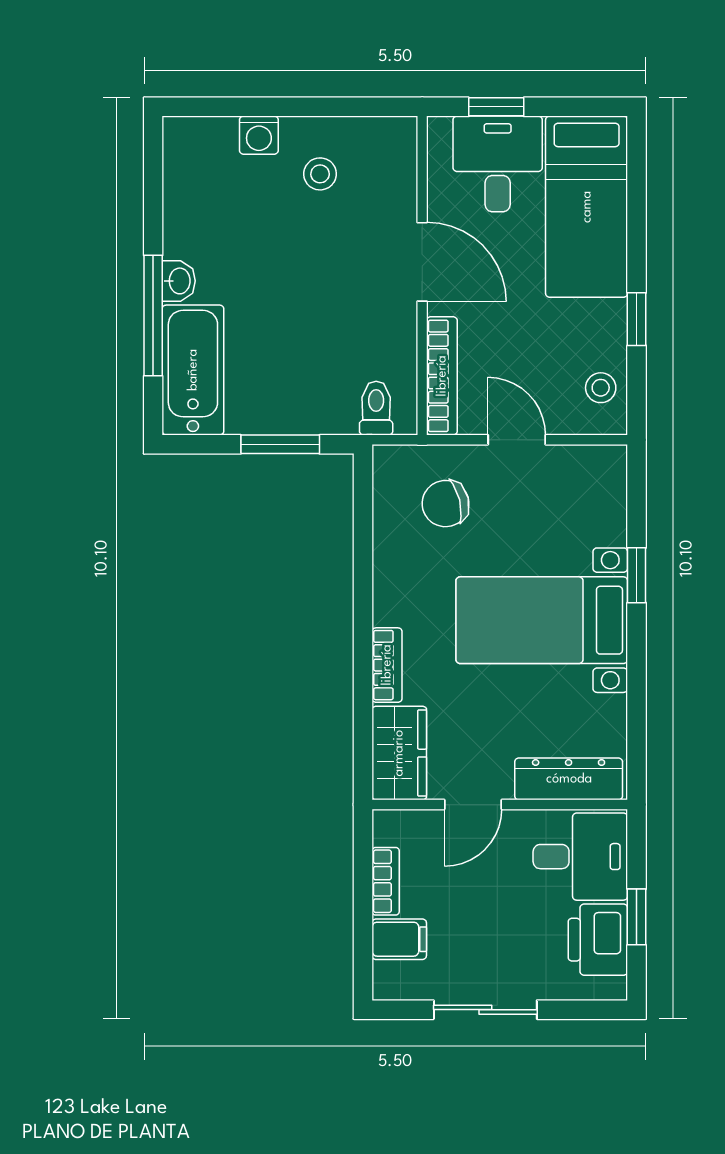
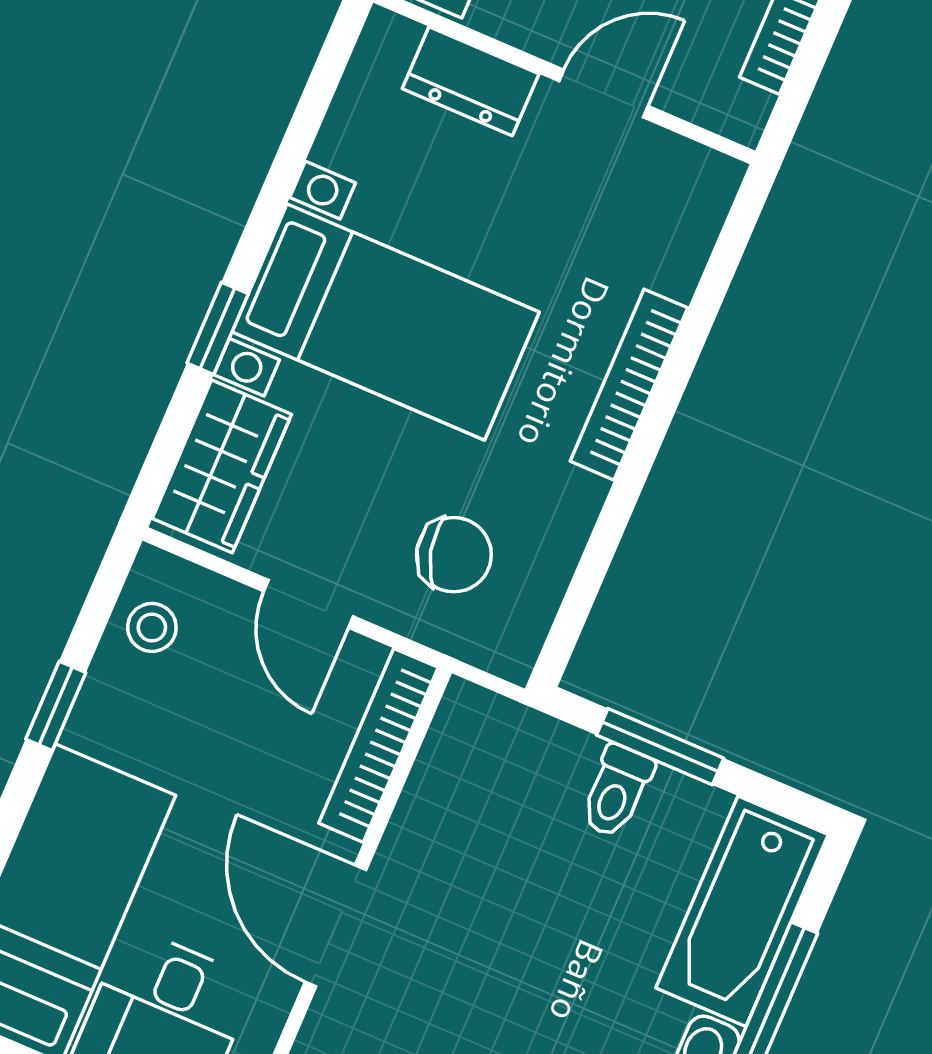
toilet: (376, 408) -> (617, 791), moved
bookcase: (387, 665) -> (629, 385), width x1.56
wardrobe: (399, 753) -> (222, 466), moved, turned 180
dresser: (569, 779) -> (471, 81), width x0.70

